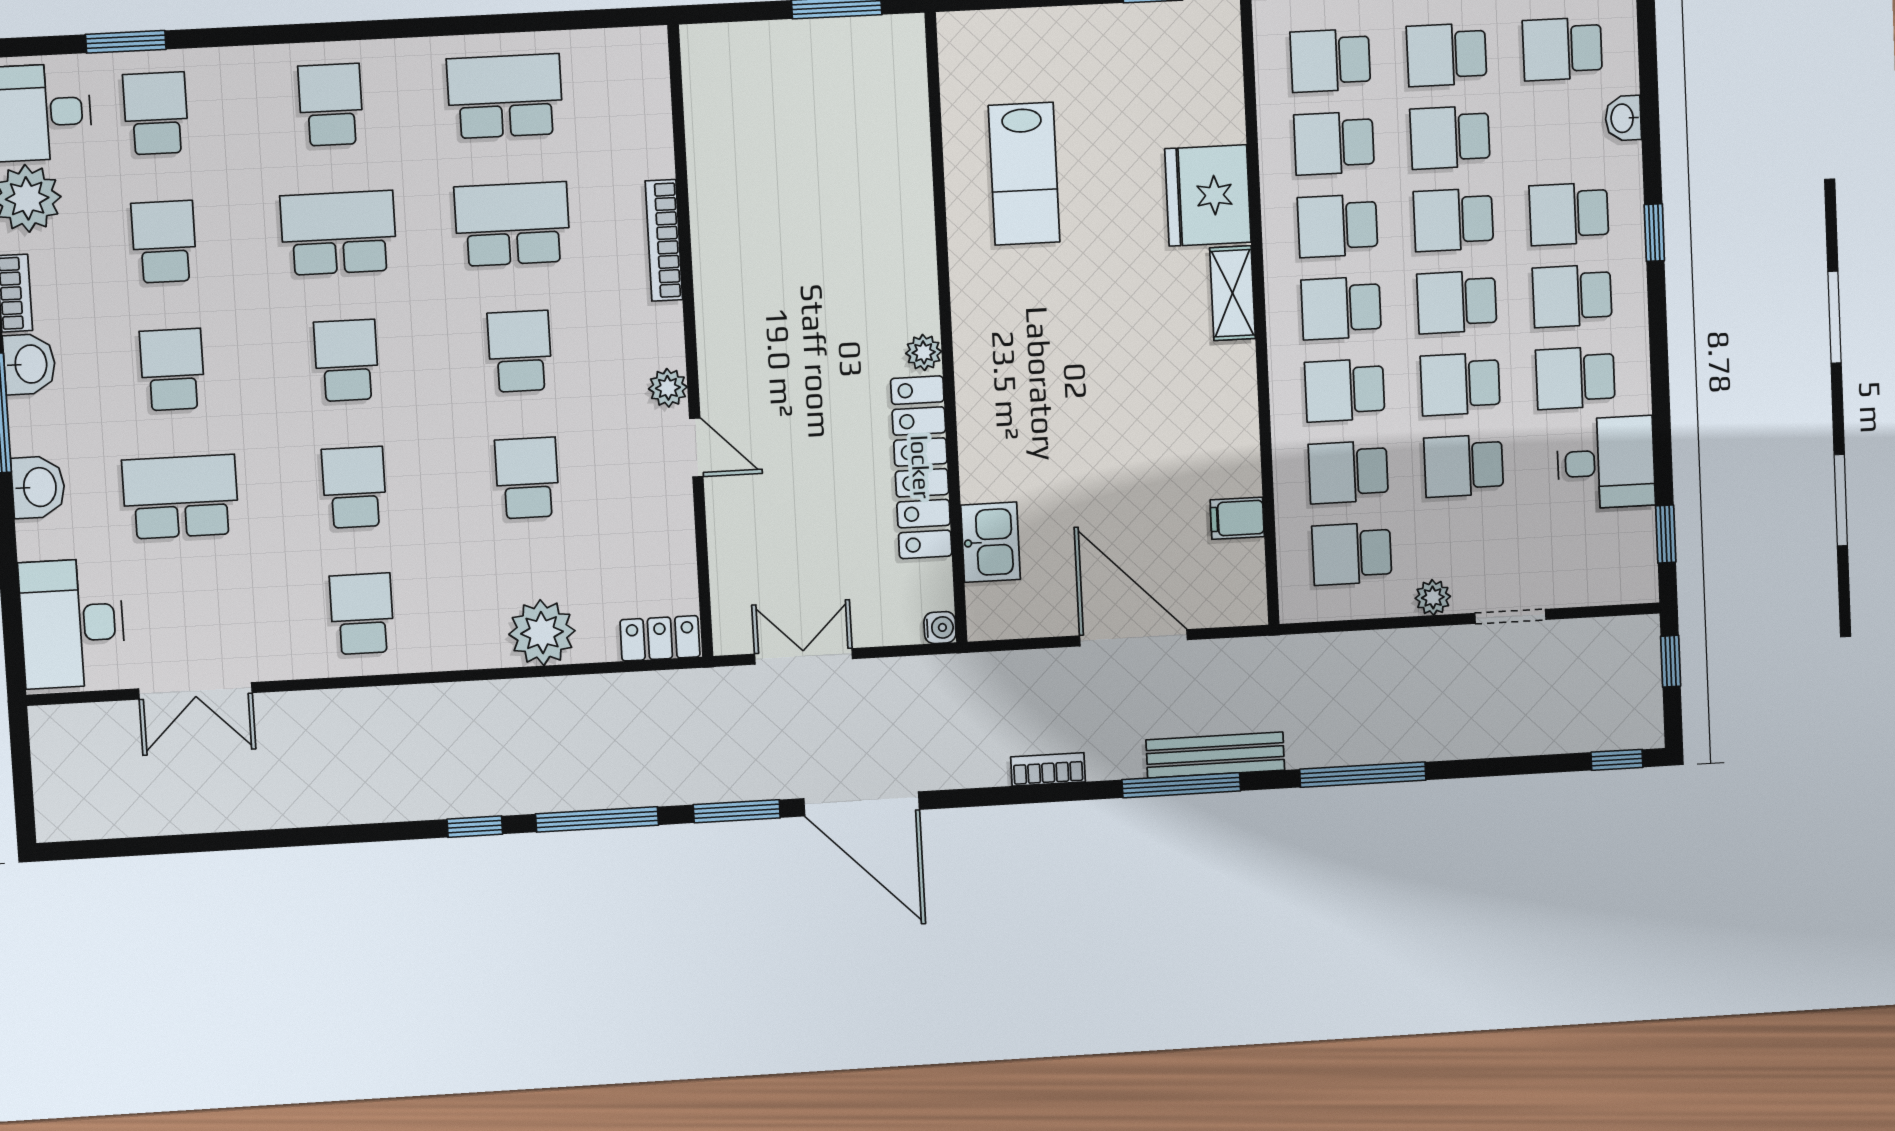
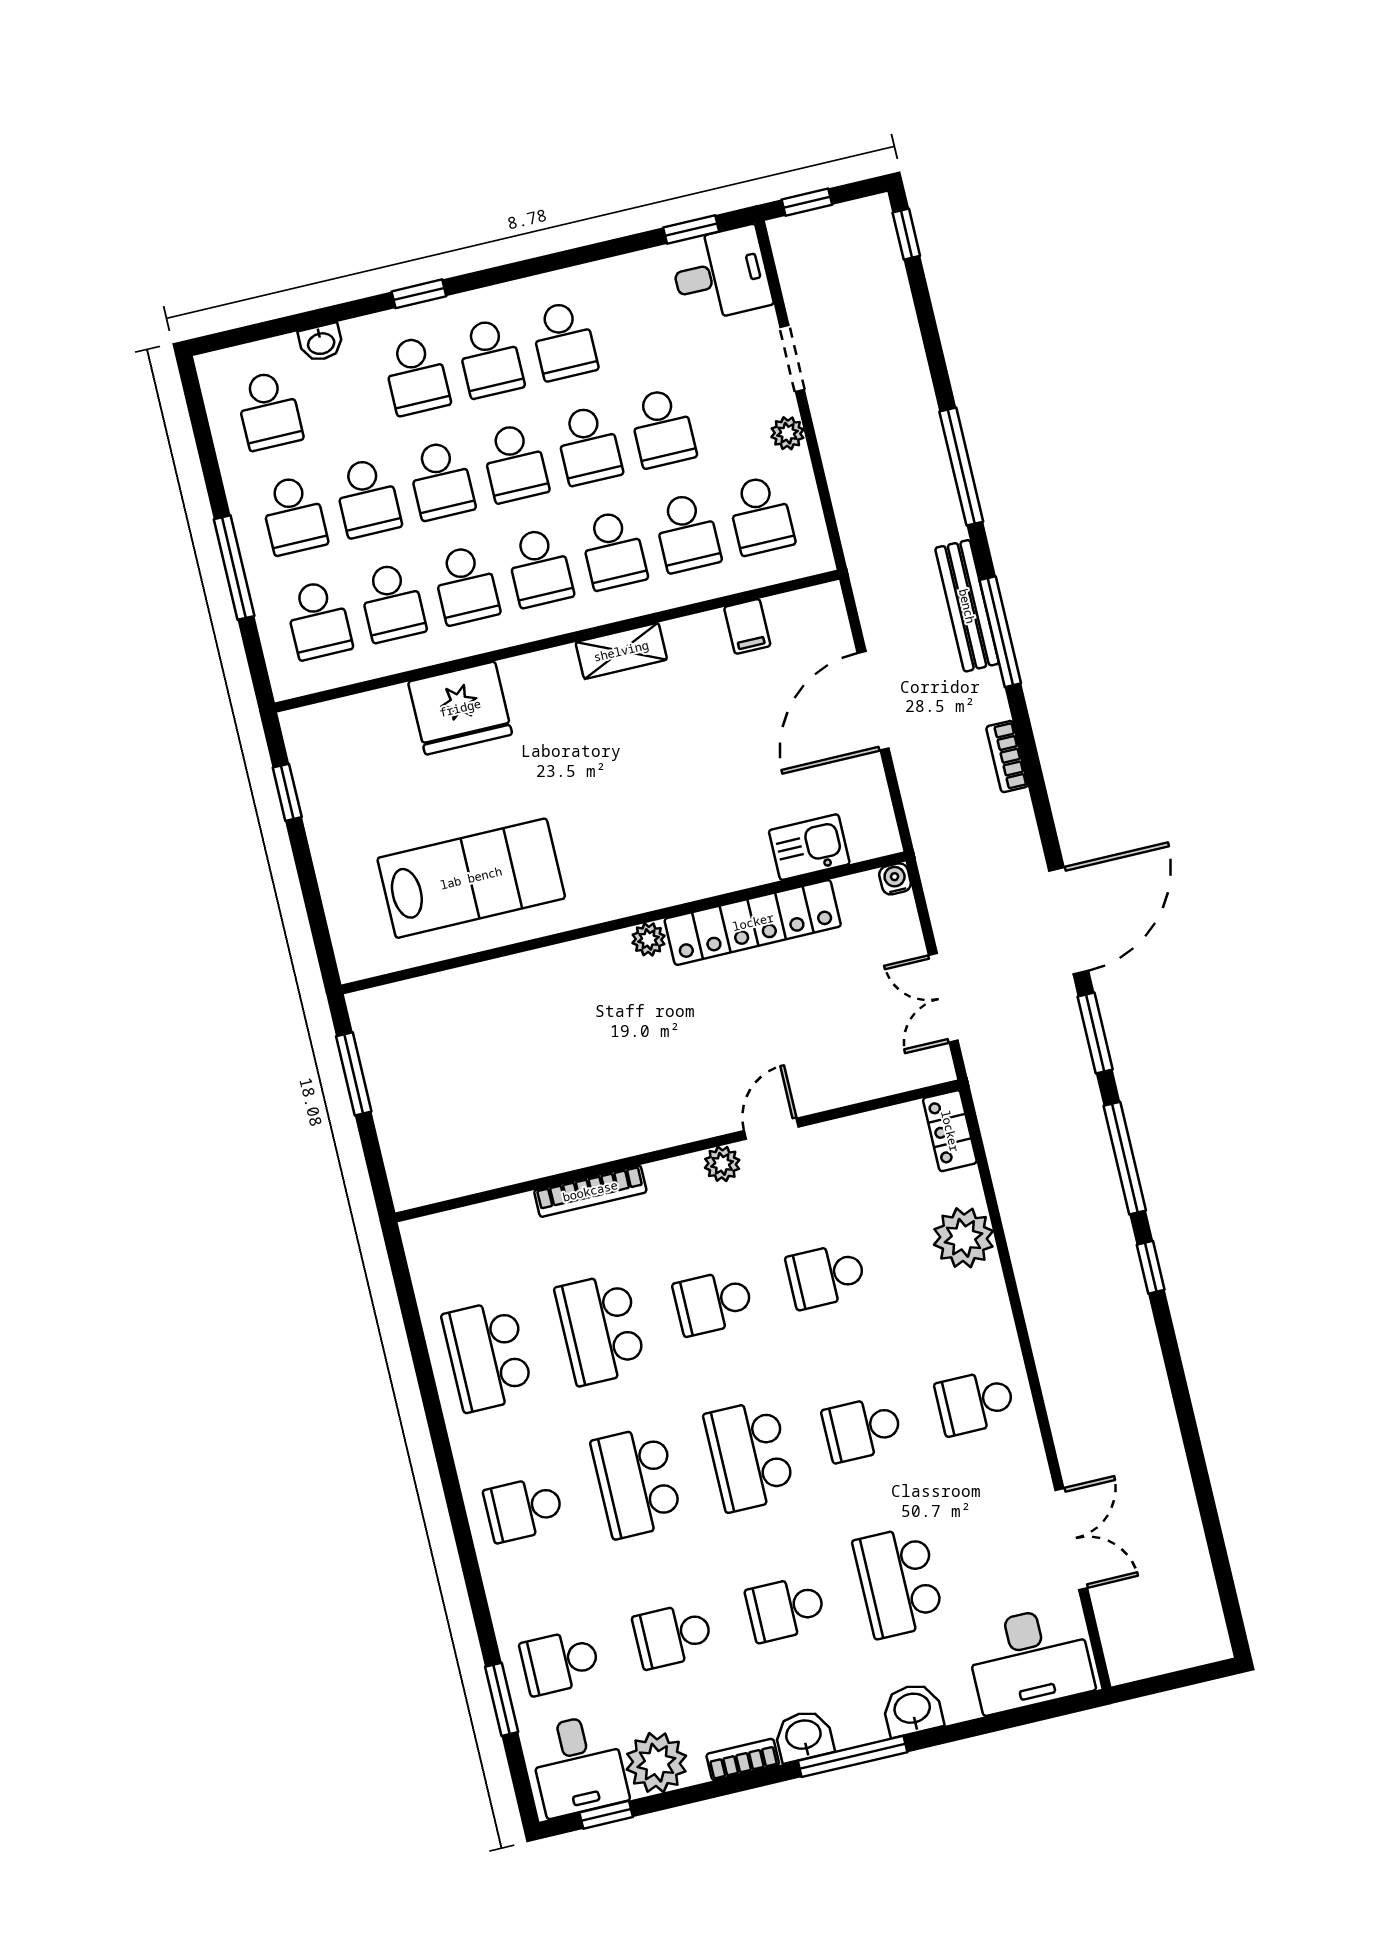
lab bench: (1024, 174) -> (471, 878), width x1.36, depth x1.39
shelving: (1233, 293) -> (621, 651), moved
school desk: (346, 360) -> (750, 1456), width x1.85
desk: (1606, 463) -> (721, 274), moved, turned 90

